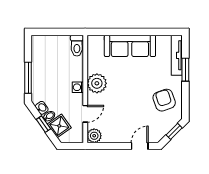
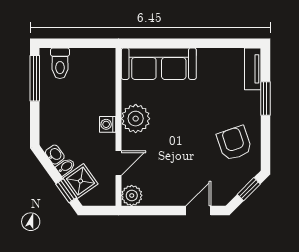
toilet: (77, 46) -> (60, 63), moved
sofa: (130, 46) -> (159, 64), moved
tv unit: (177, 55) -> (253, 69), width x0.71
window: (28, 78) -> (35, 78), moved
window: (43, 124) -> (66, 191), moved

